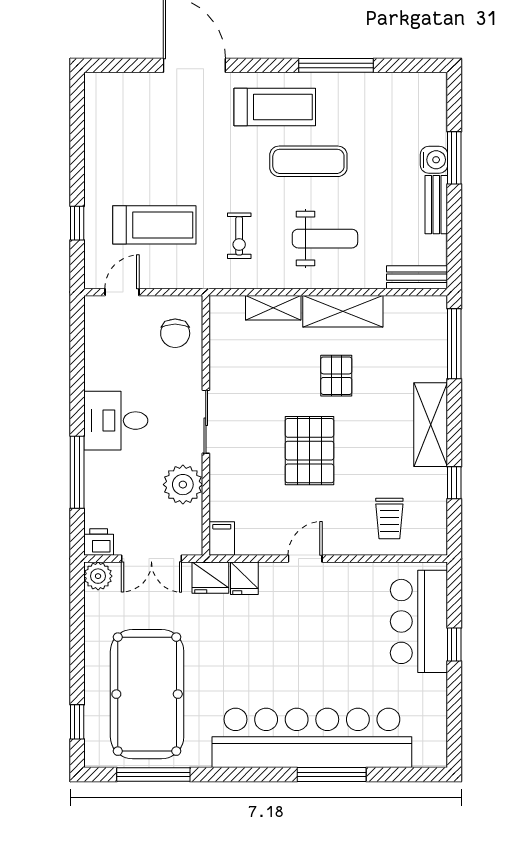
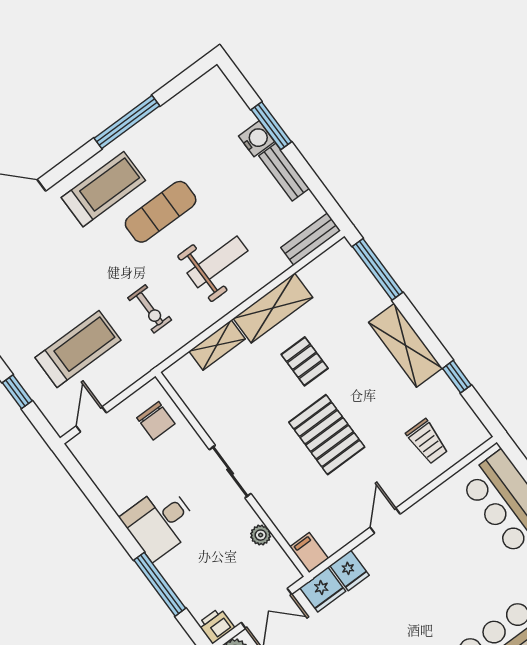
plant: (183, 485) -> (261, 535), width x0.53, depth x0.53

